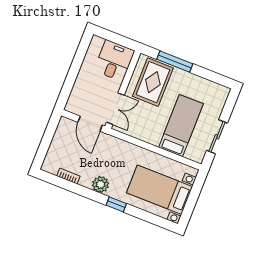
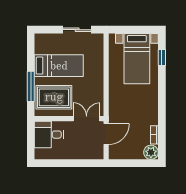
bed: (181, 126) -> (59, 66), moved, turned 180
plant: (101, 184) -> (151, 152), moved
window: (116, 204) -> (162, 58), moved

